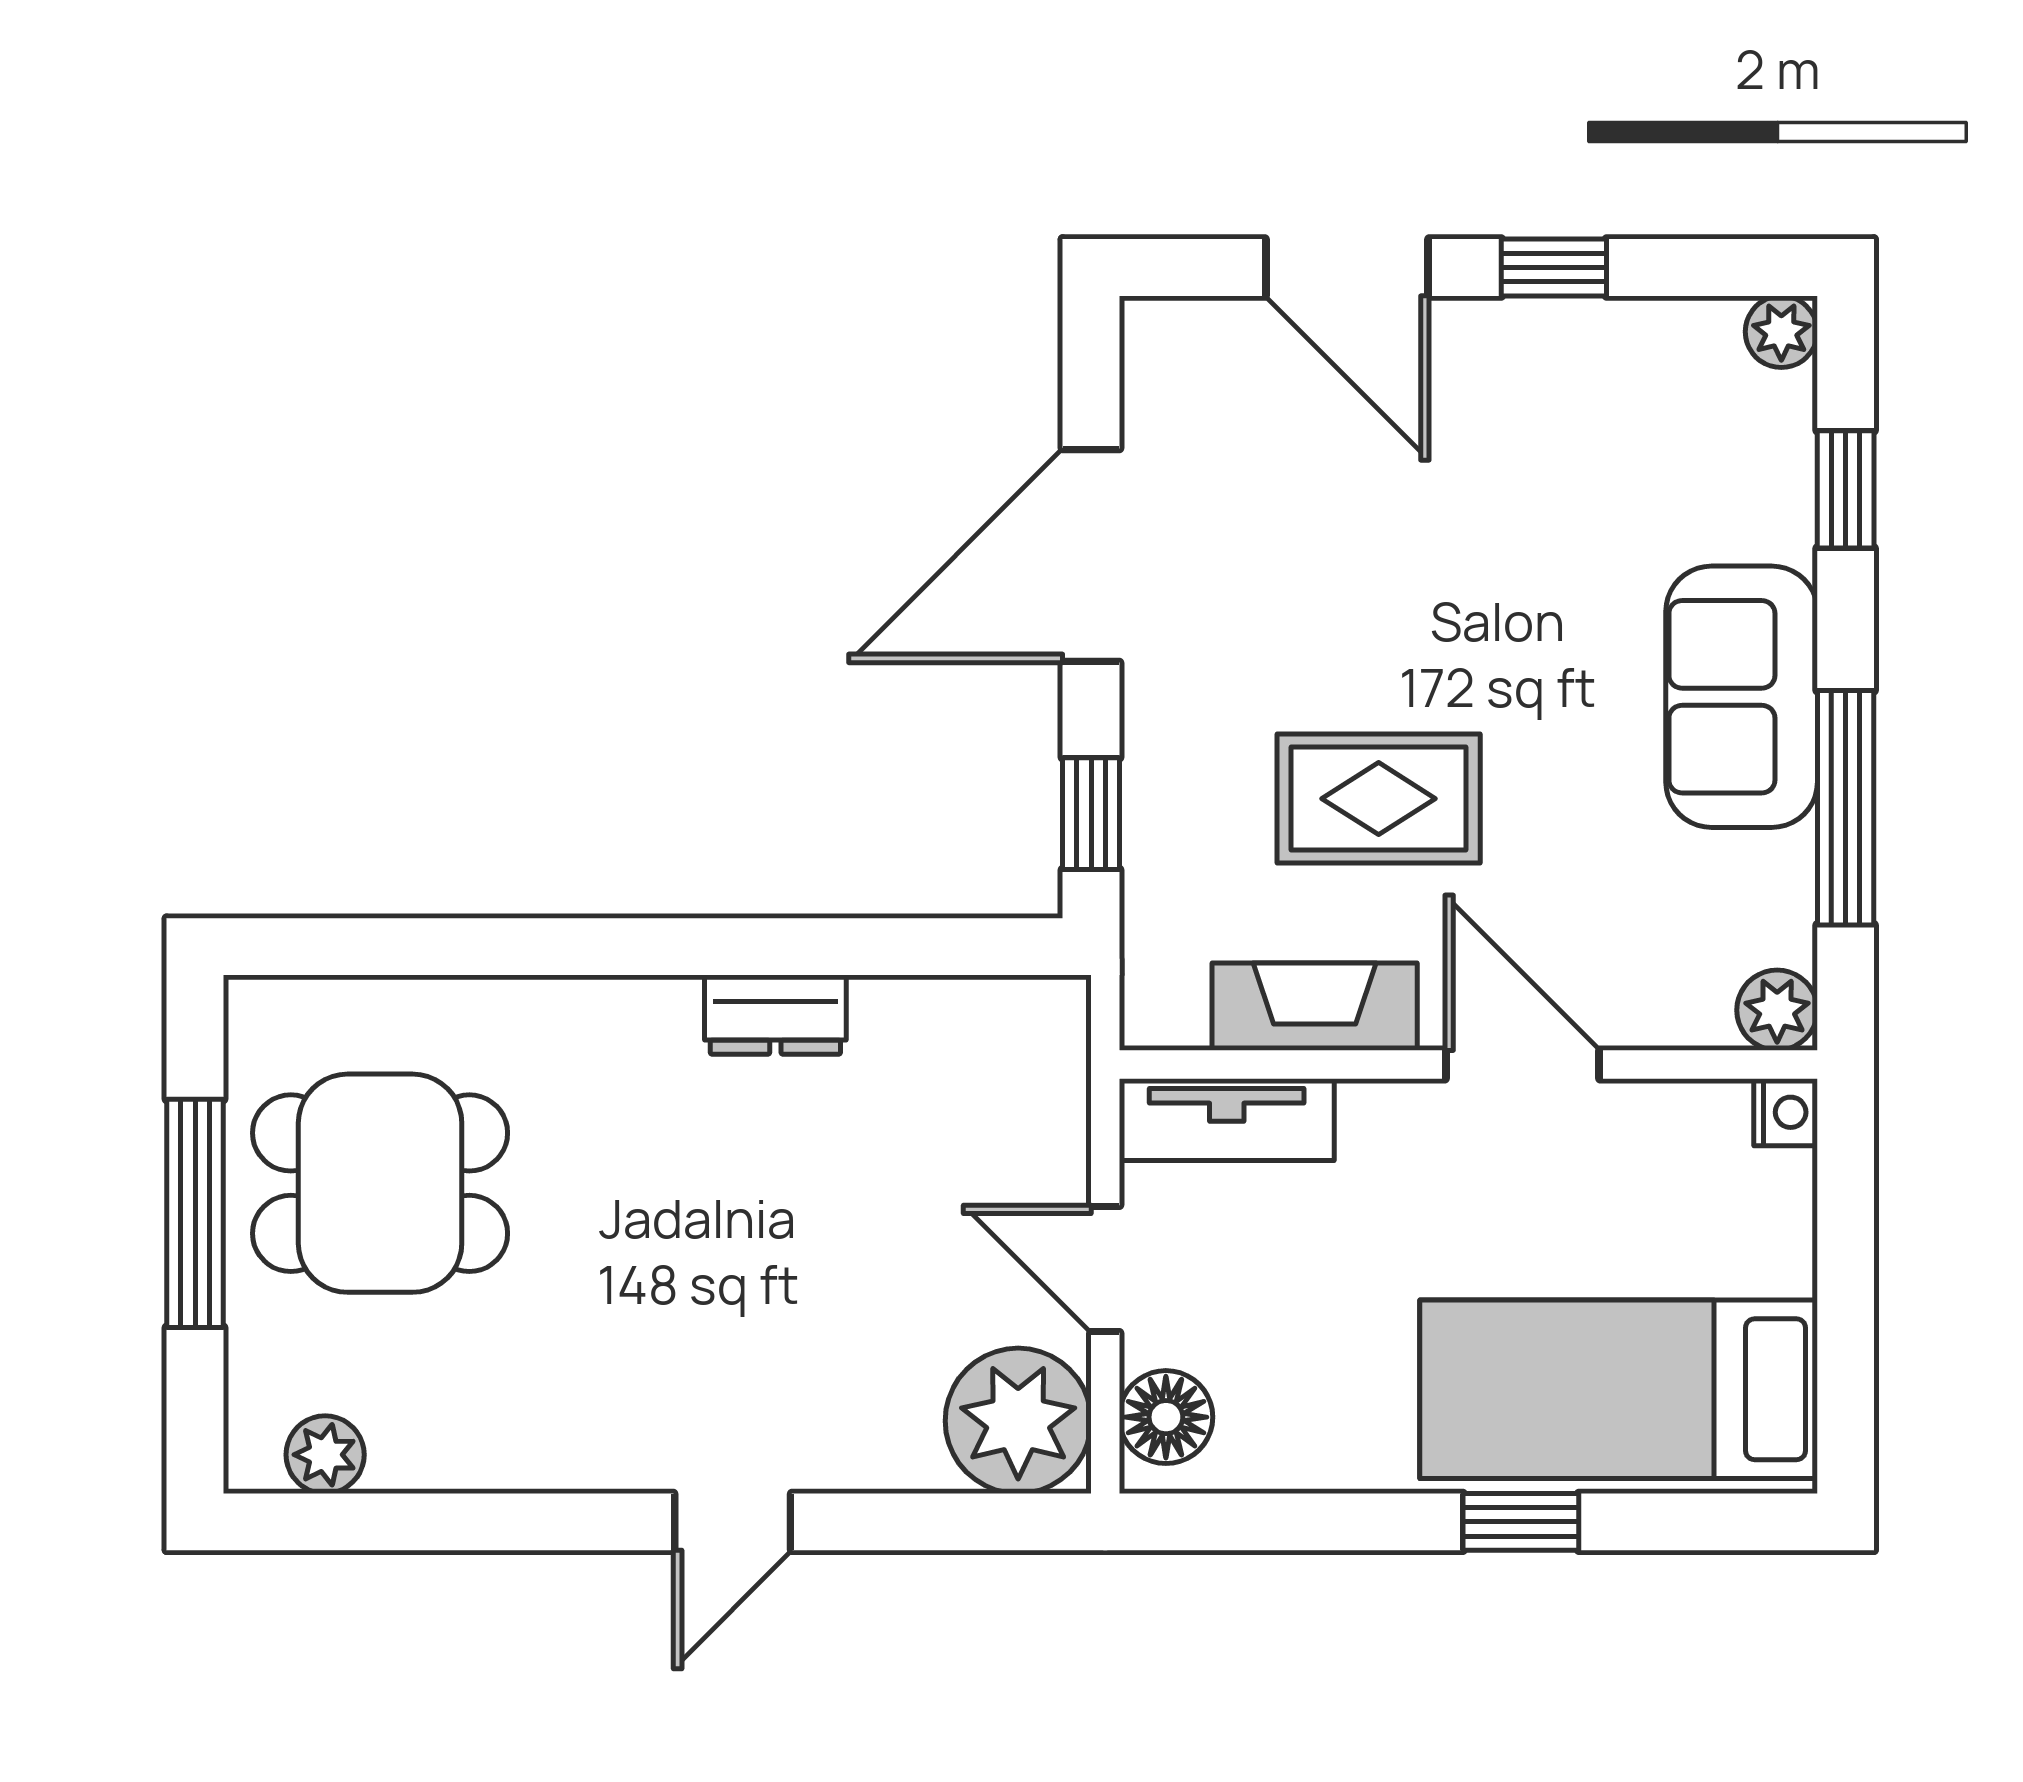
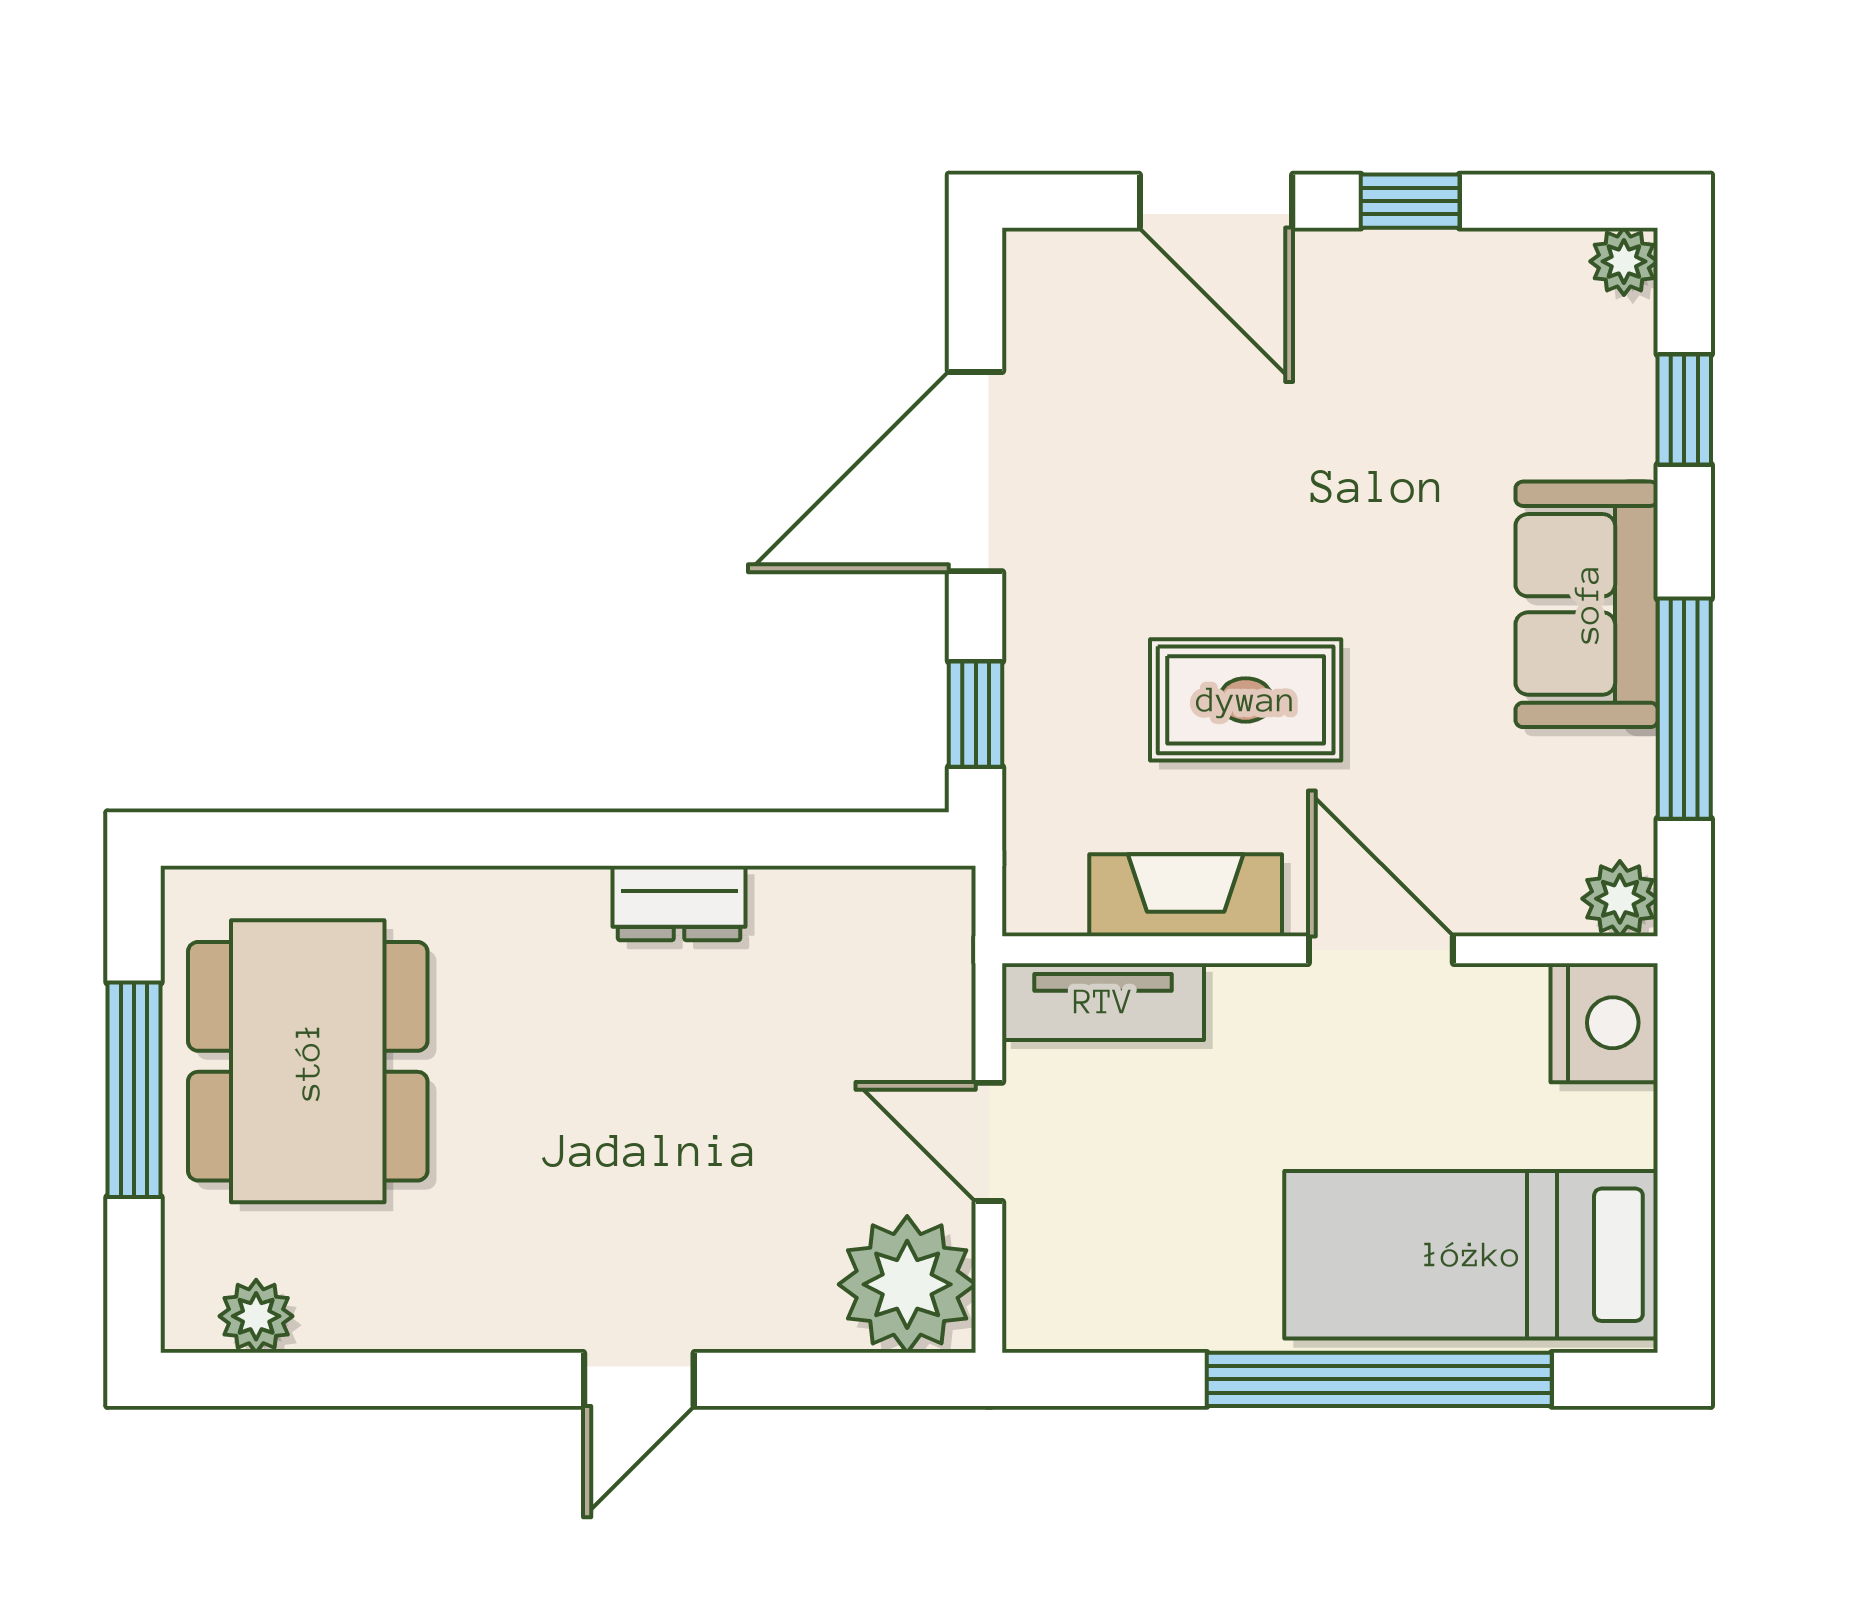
nightstand: (1786, 1112) -> (1604, 1023), width x1.89, depth x1.79
dining table: (380, 1183) -> (308, 1061), width x1.38
floor lamp: (1166, 1417) -> (1046, 1281), removed
window: (1521, 1522) -> (1379, 1379), width x3.17

